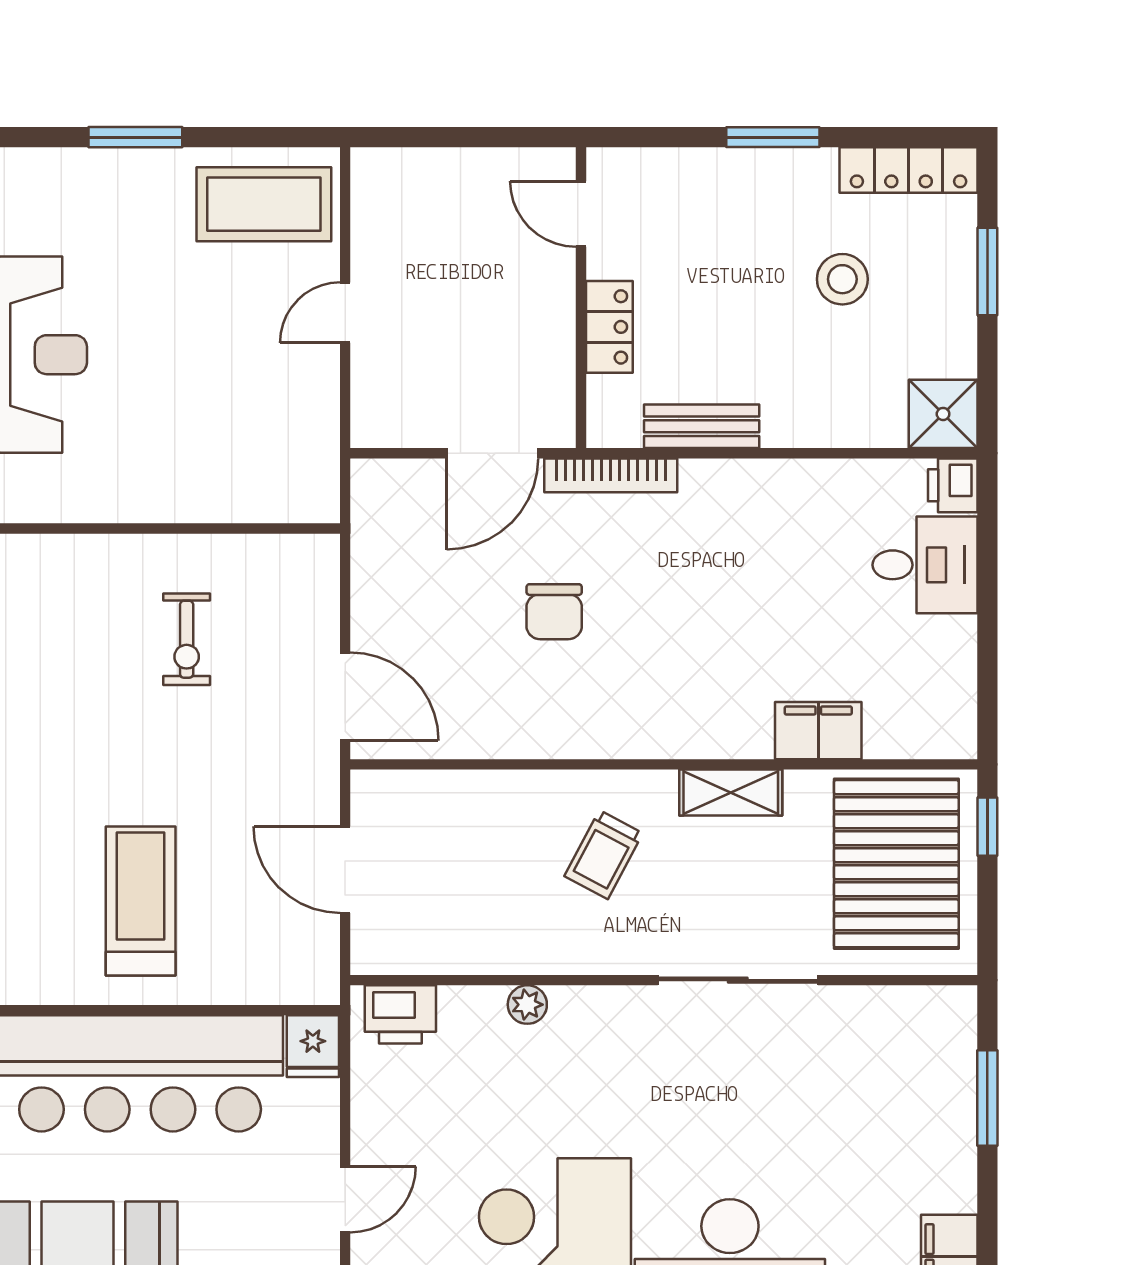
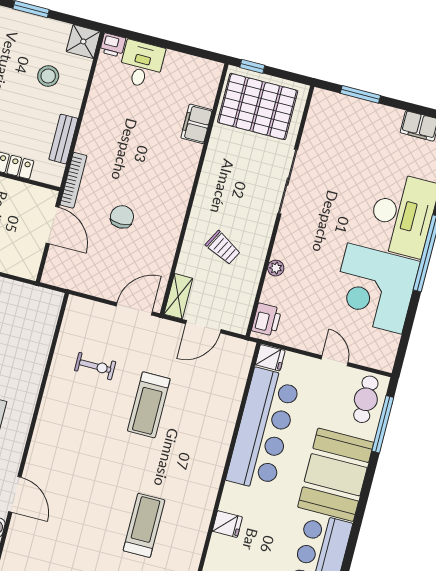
stool: (842, 279) -> (48, 76), moved
chair: (554, 612) -> (122, 217), turned -90
shelving: (731, 792) -> (178, 296), moved
trolley: (604, 855) -> (223, 248), moved
treadmill: (141, 901) -> (149, 405), moved, turned -90

